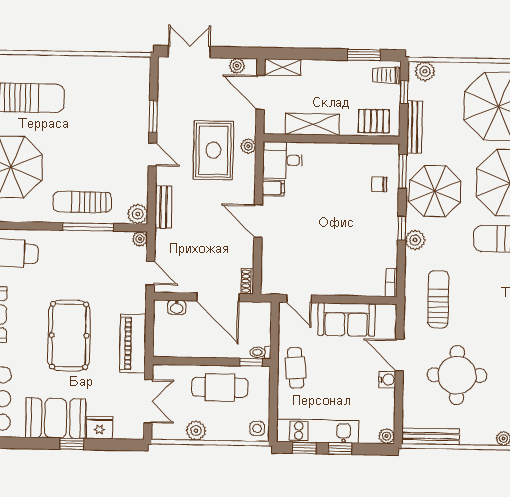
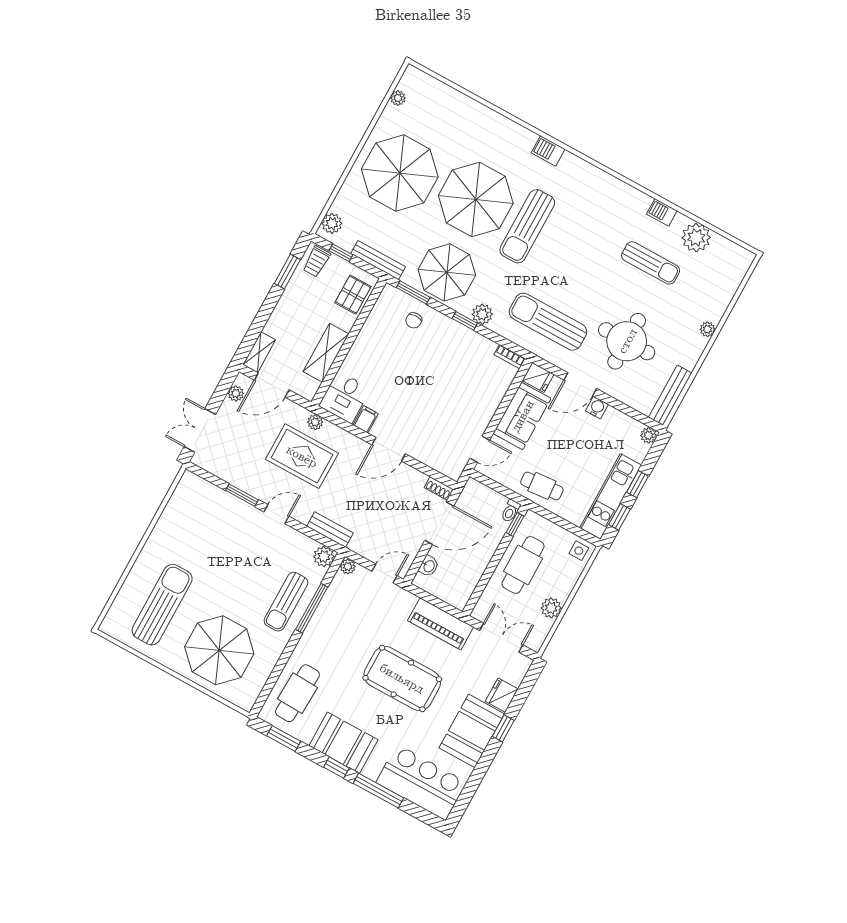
sun lounger: (438, 299) -> (548, 322), width x1.36, depth x1.34
fridge: (386, 316) -> (538, 377), added

